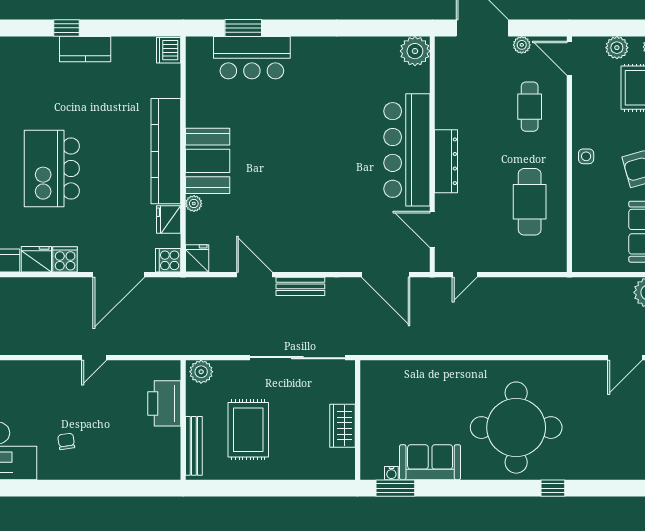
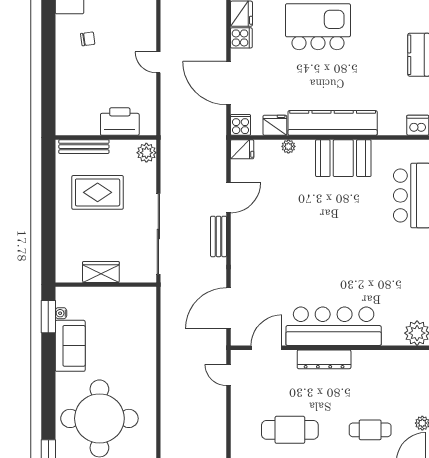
booth: (208, 161) -> (343, 158), moved

